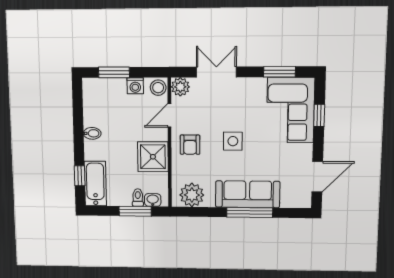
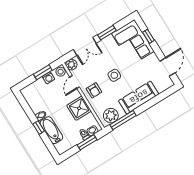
window: (114, 72) -> (43, 72), moved
double door: (216, 72) -> (85, 46), swing flipped
window: (279, 72) -> (107, 33), moved
window: (80, 176) -> (39, 128), moved
bathtub: (95, 184) -> (51, 130), moved
window: (250, 212) -> (123, 120), moved

